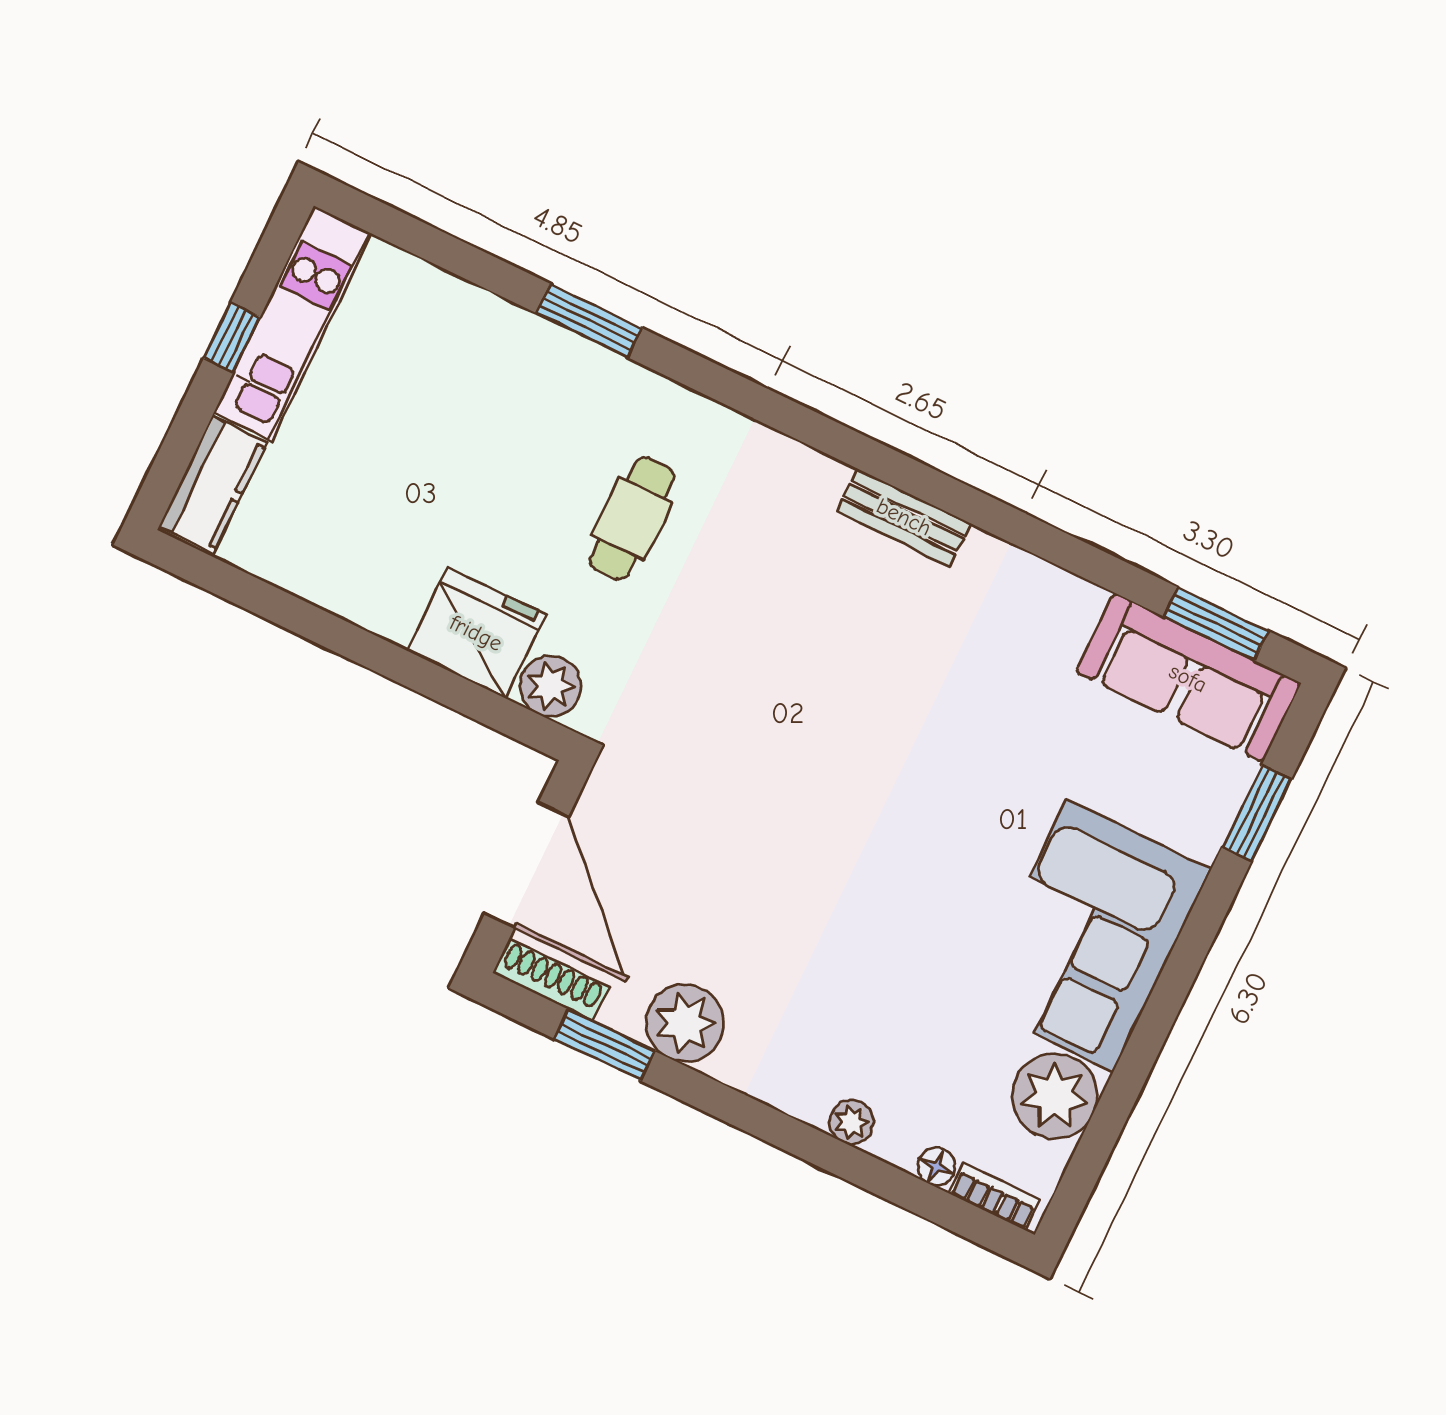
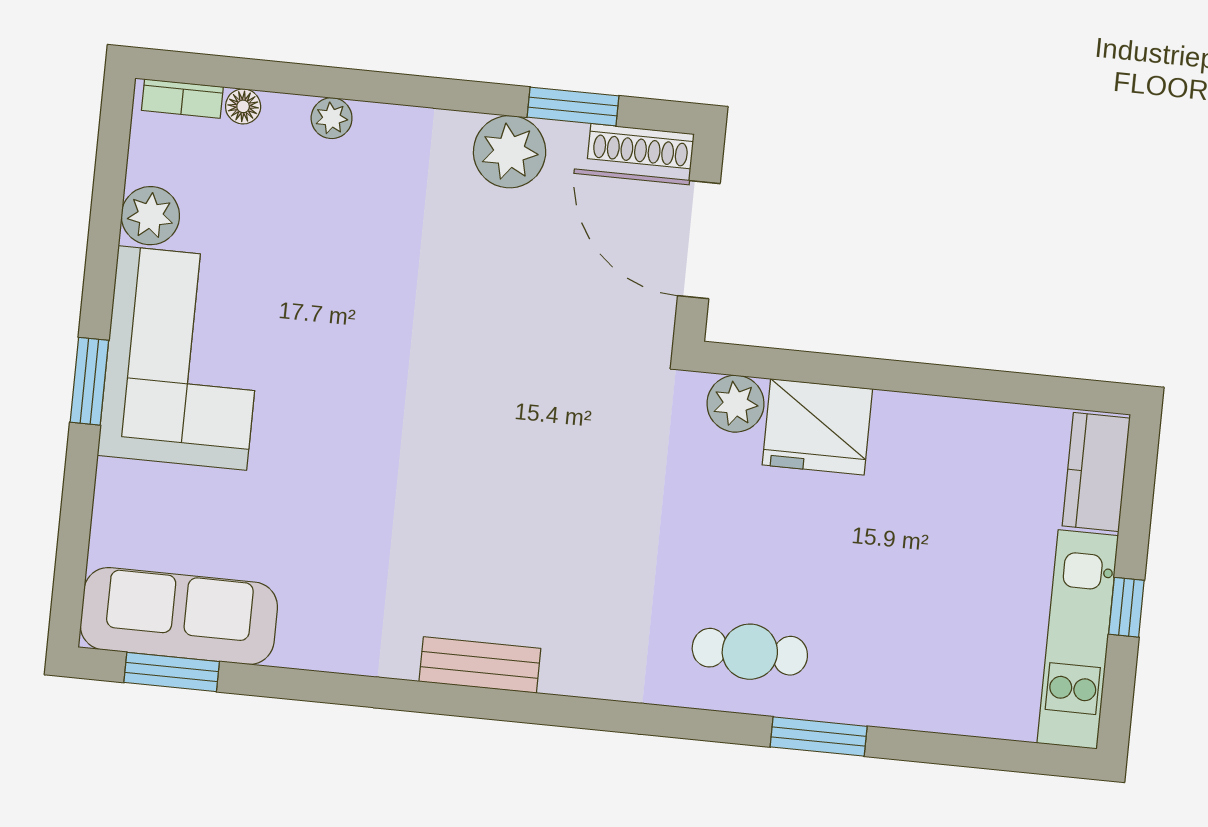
cafe table: (632, 519) -> (750, 652), moved, turned 90
window: (1257, 813) -> (89, 381), moved
plant: (1055, 1096) -> (150, 216), width x0.73, depth x0.73

